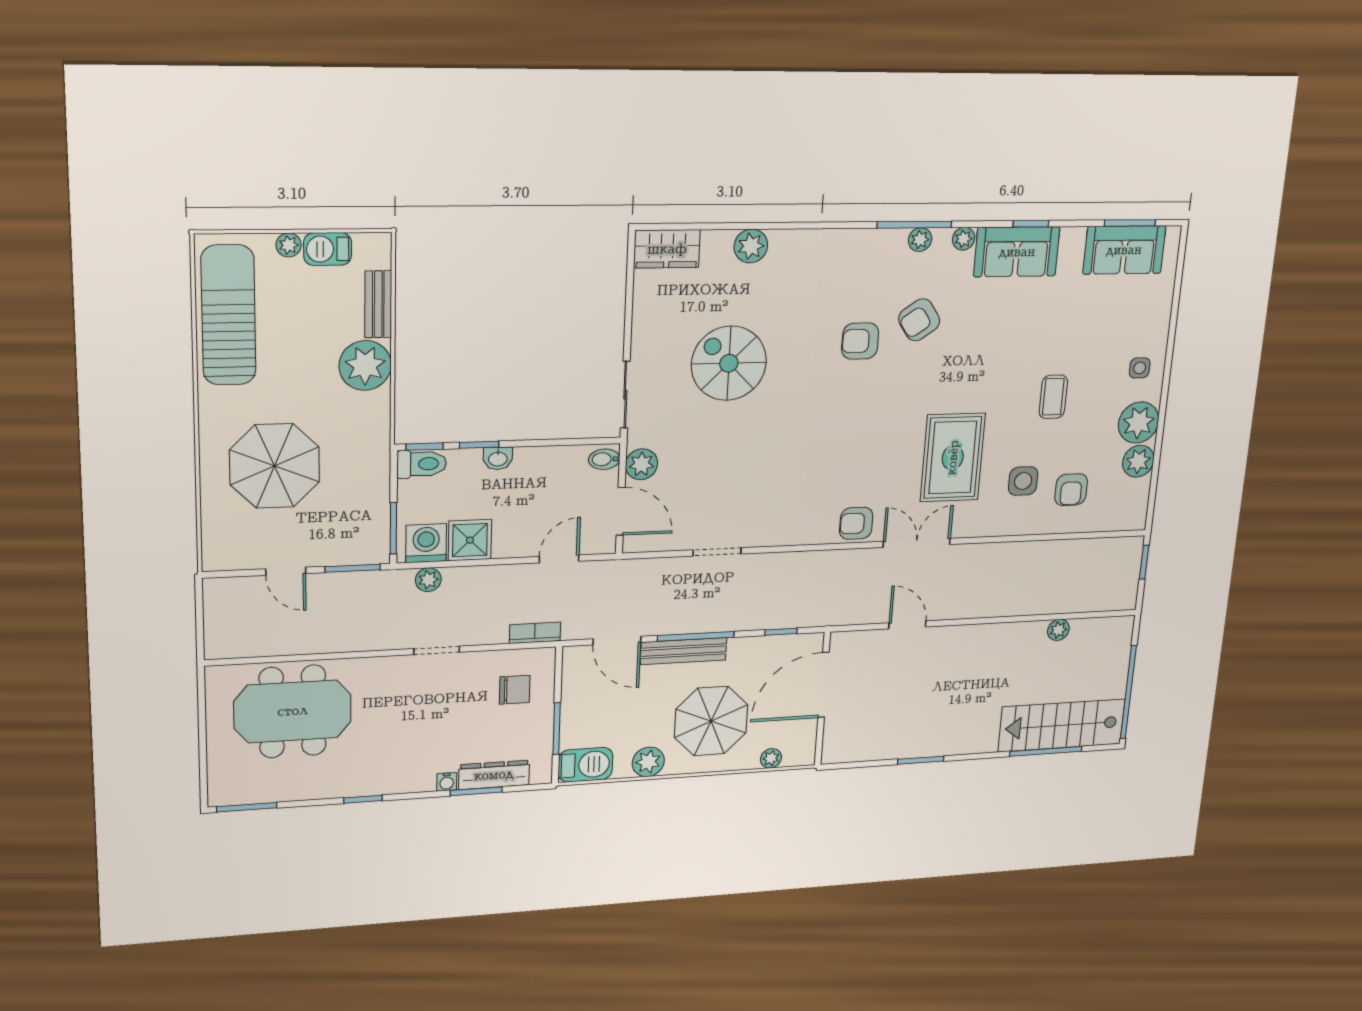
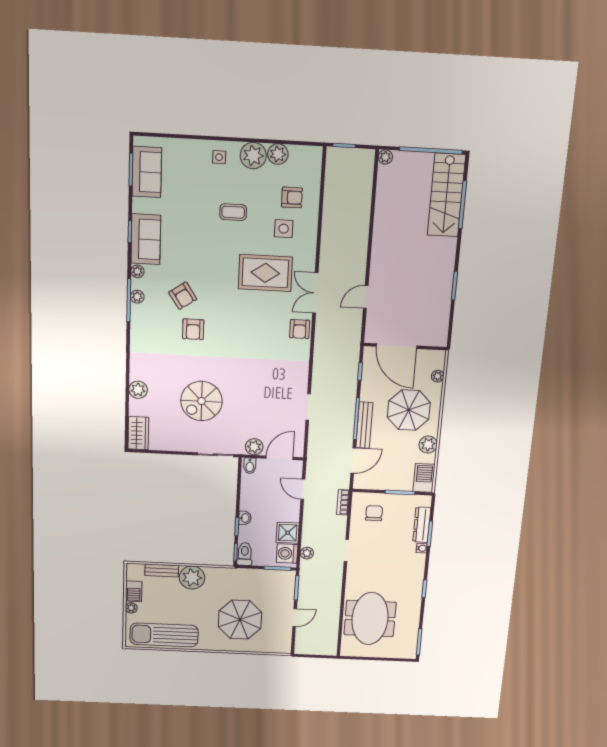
plant: (1058, 630) -> (385, 157), moved

